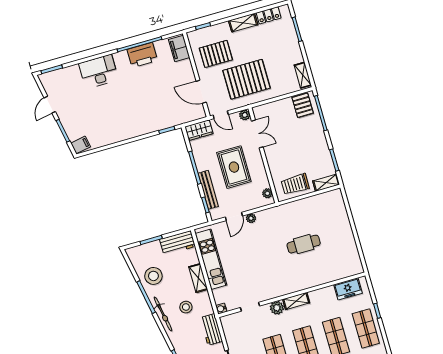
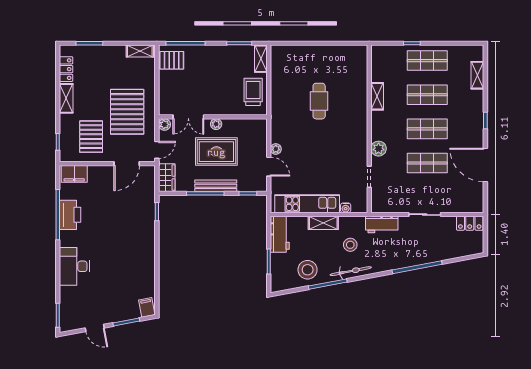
double door: (257, 134) -> (188, 117), swing flipped
trolley: (295, 184) -> (253, 92), turned 180
bench: (208, 190) -> (216, 186), moved
plant: (267, 193) -> (216, 124), moved
freezer: (348, 289) -> (380, 68), removed
shelving: (296, 301) -> (377, 96), moved
water cooler: (221, 309) -> (346, 208), moved

